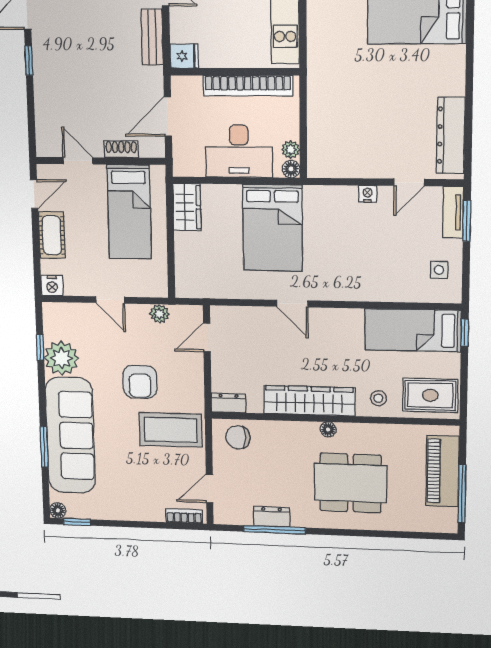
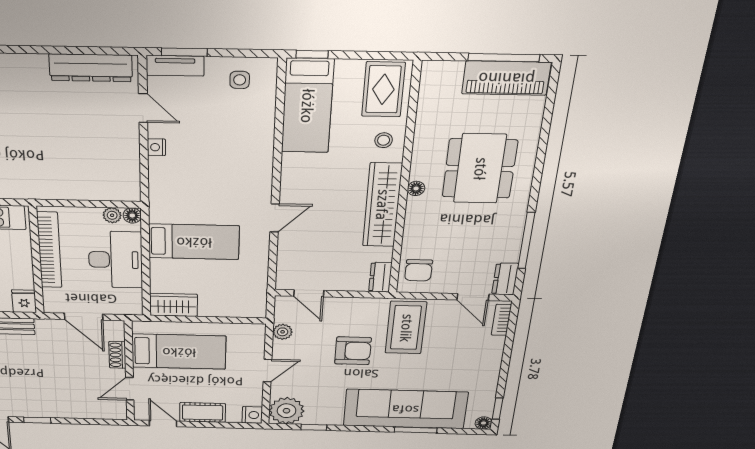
bed: (273, 228) -> (194, 242), width x0.67
plant: (61, 358) -> (287, 411), moved
piano: (443, 471) -> (506, 78), moved
dresser: (272, 517) -> (505, 279), moved

